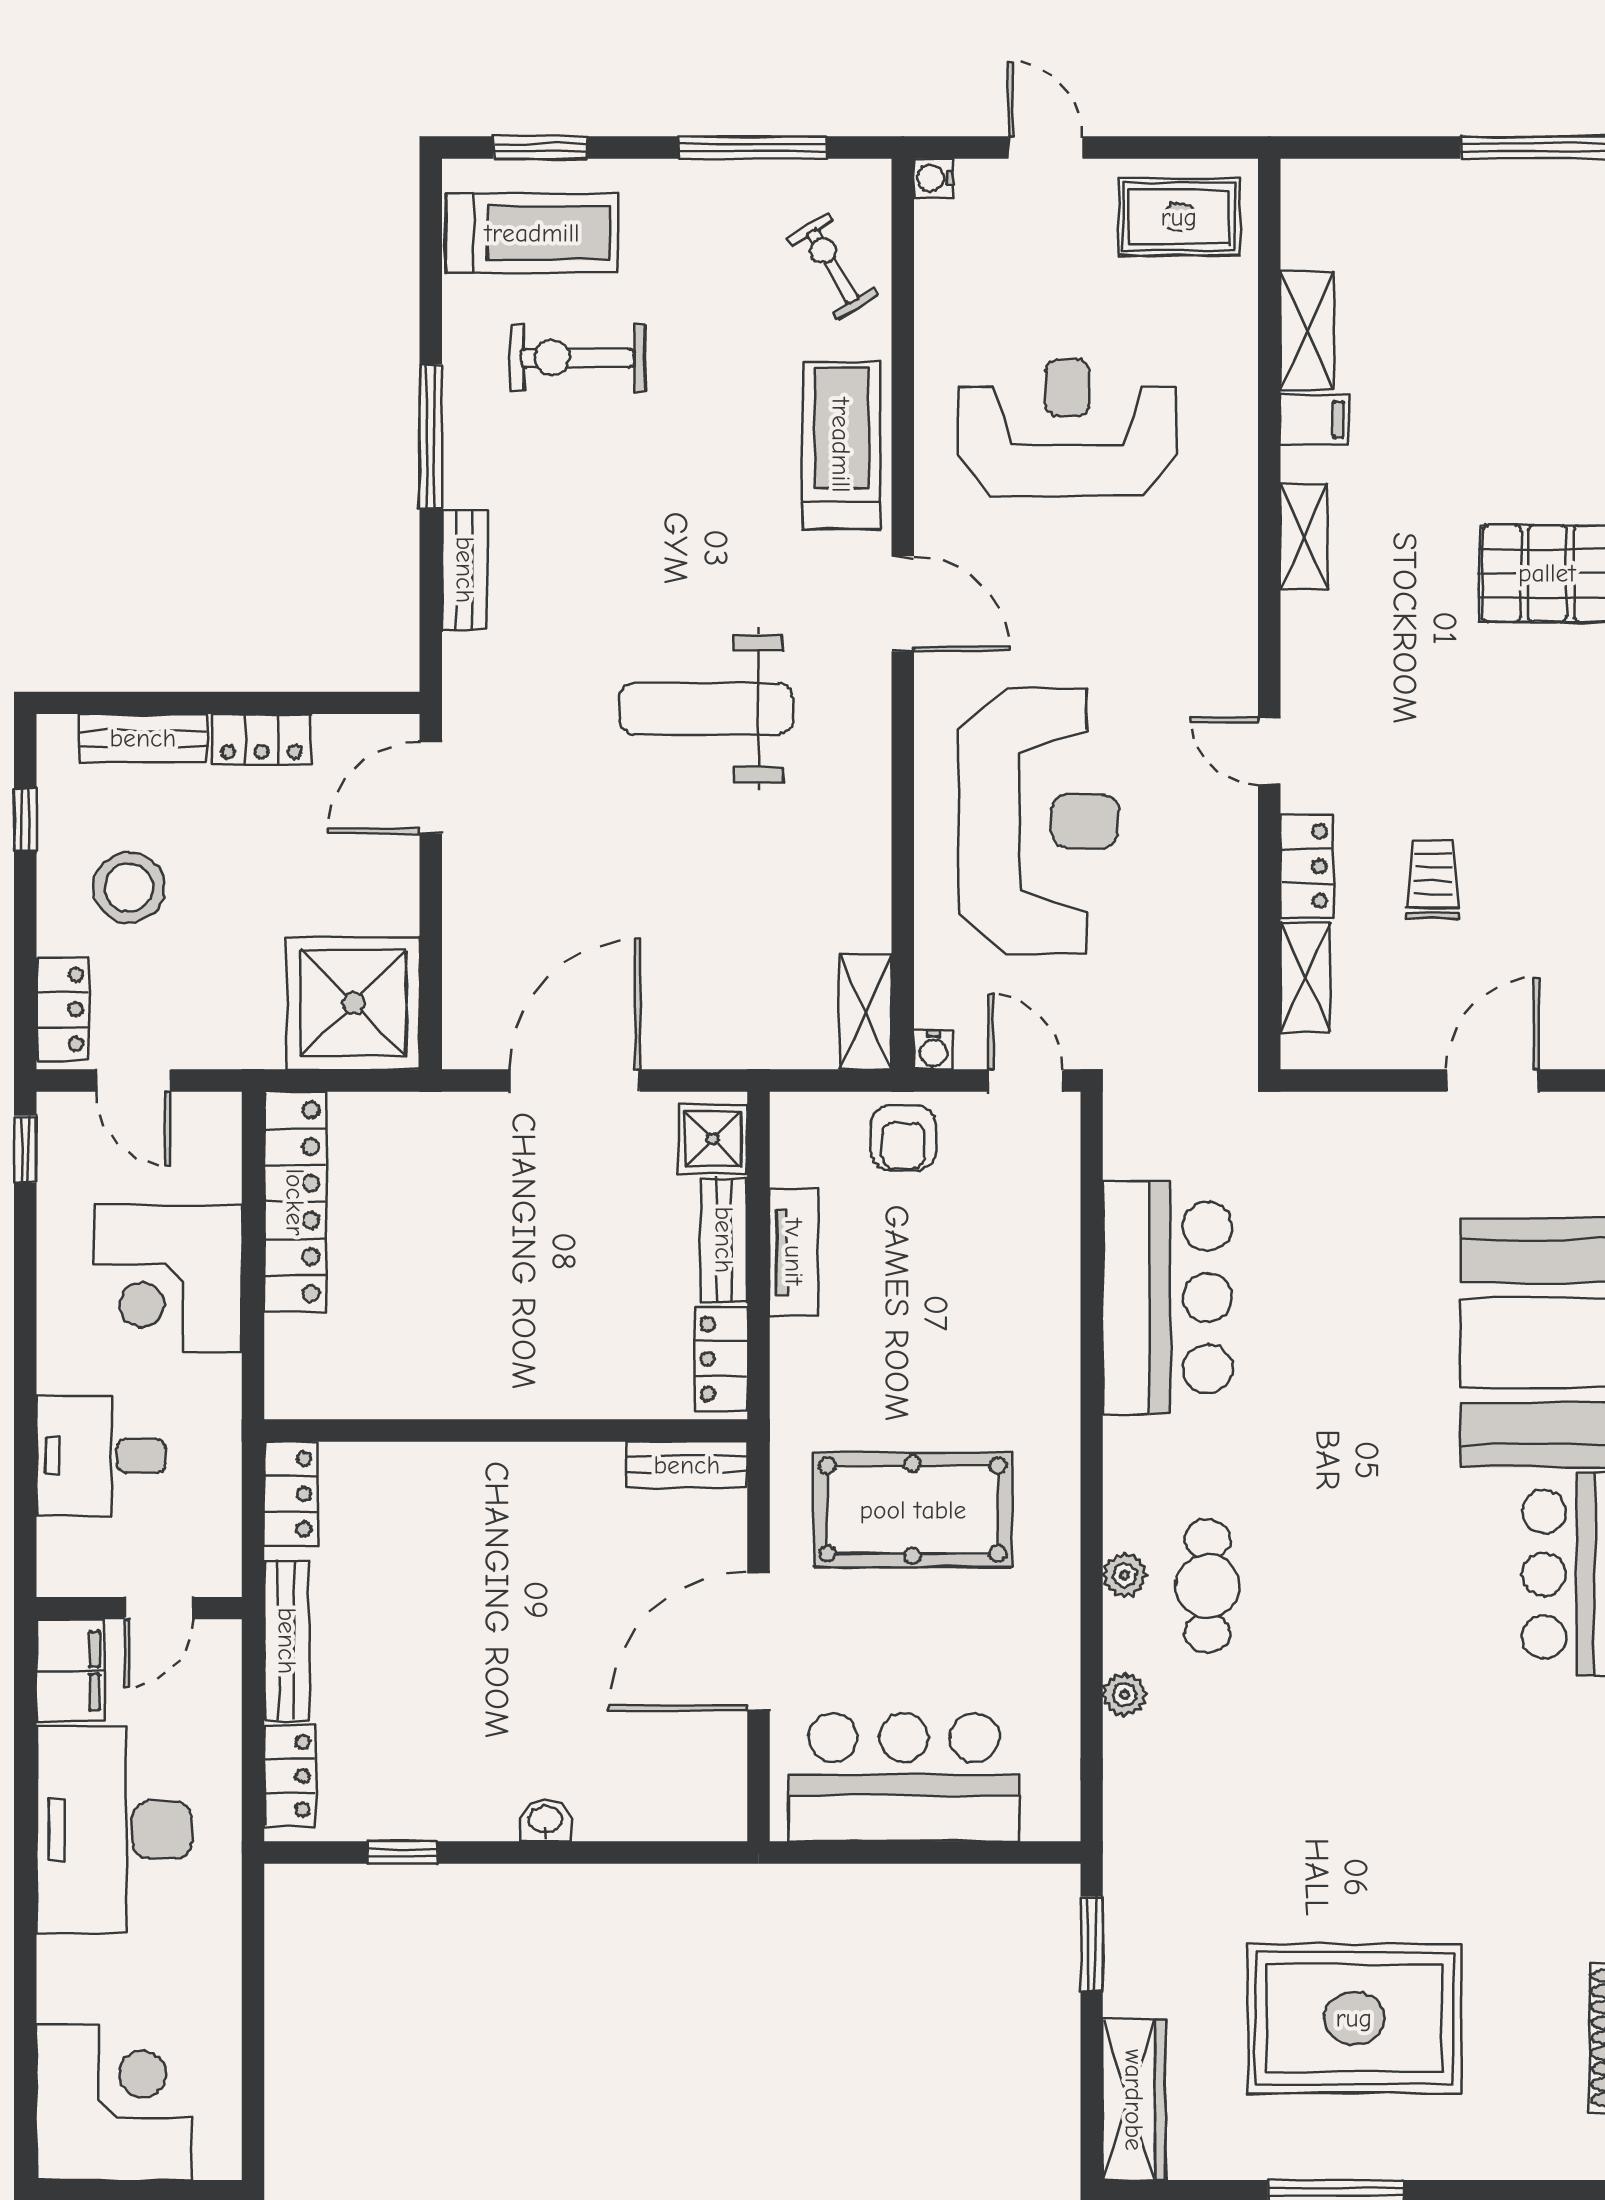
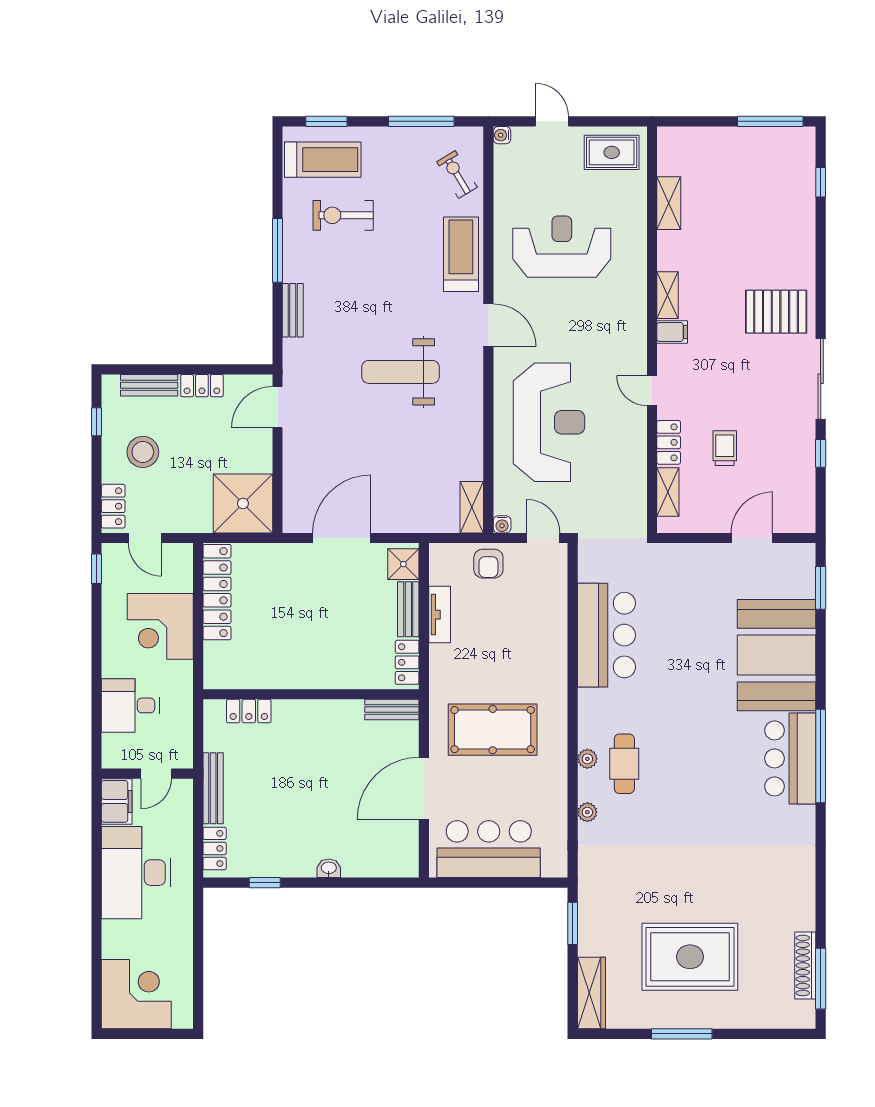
filing cabinet: (1315, 420) -> (672, 332), moved
locker: (291, 1494) -> (249, 711), moved, turned 90

